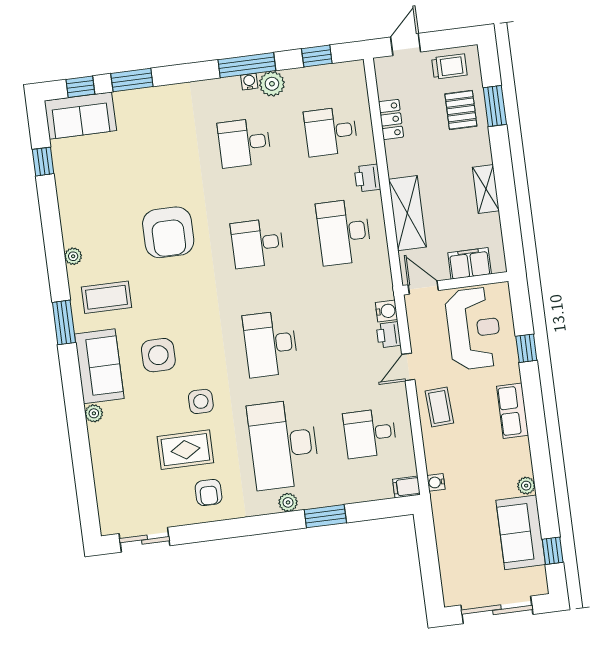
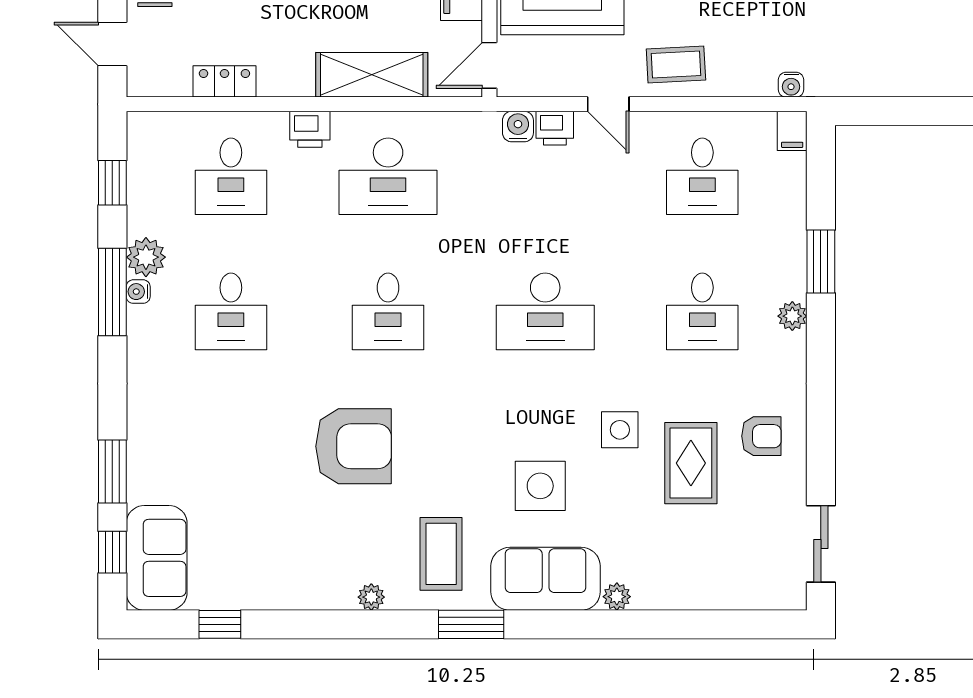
desk: (284, 444) -> (702, 311), width x0.53, depth x0.77

